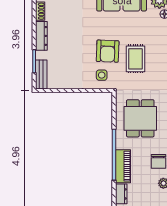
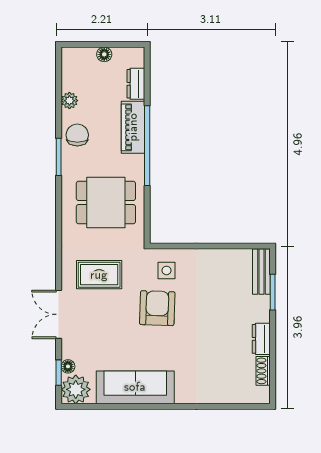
dresser: (41, 36) -> (261, 339), width x0.70
rug: (135, 59) -> (99, 275), moved, turned 90
dining table: (140, 118) -> (106, 203), turned 90

